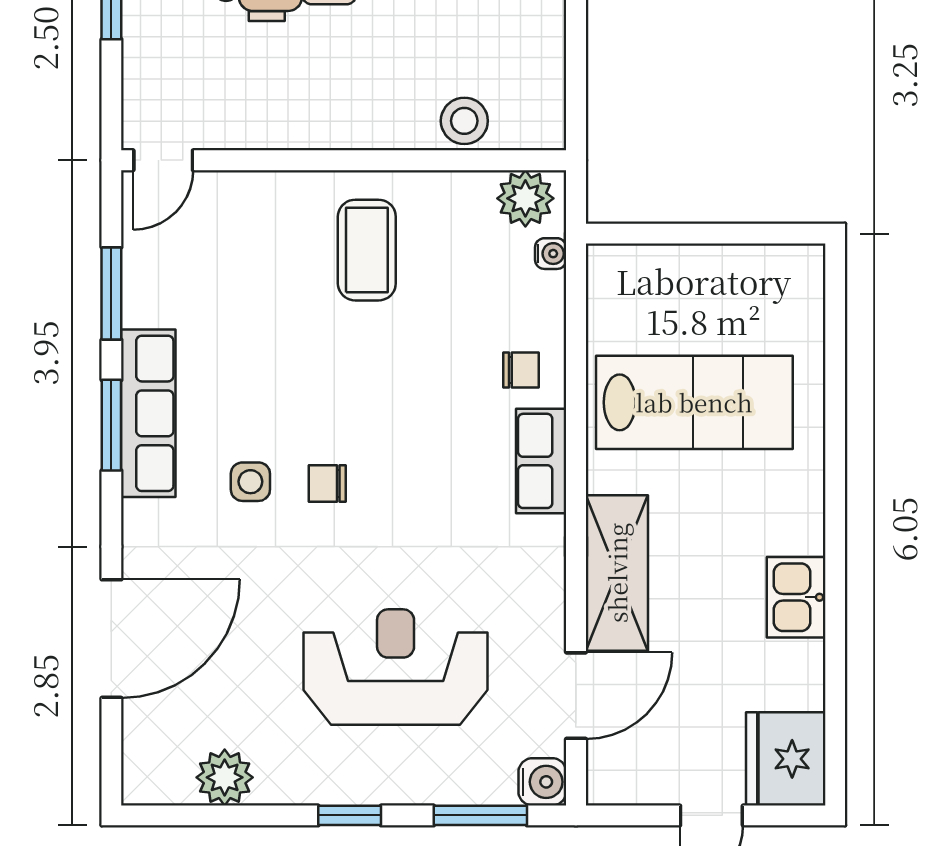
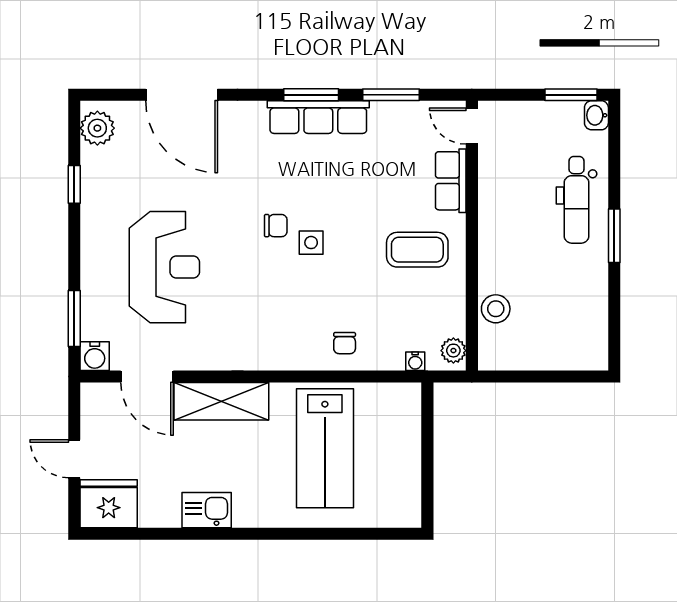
plant: (525, 198) -> (453, 351), width x0.73, depth x0.73
row of seats: (541, 461) -> (451, 181), moved, turned -90
side table: (250, 482) -> (311, 243), moved
chair: (327, 484) -> (276, 226), turned 90
plant: (225, 777) -> (97, 128), moved
window: (350, 815) -> (74, 184), moved

